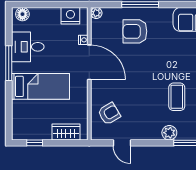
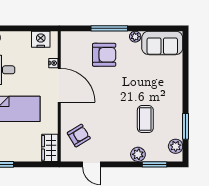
plant: (96, 13) -> (135, 37), moved
armchair: (135, 31) -> (104, 55), turned 180
wardrobe: (66, 132) -> (50, 148), moved, turned -90

